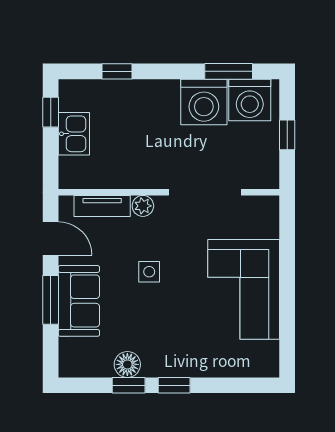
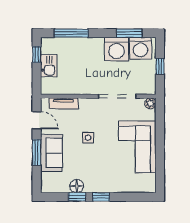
window: (117, 71) -> (71, 33), width x2.17
plant: (143, 206) -> (150, 103), moved

